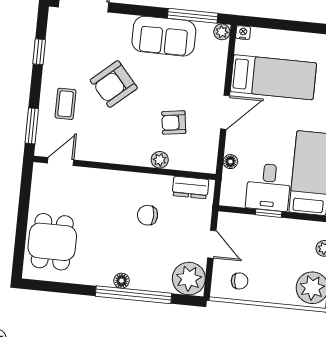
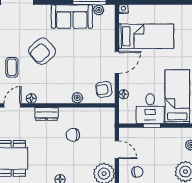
plant: (222, 32) -> (99, 10), moved
armchair: (174, 123) -> (104, 89), moved
floor lamp: (90, 154) -> (31, 98), added
dresser: (190, 187) -> (46, 114), moved

